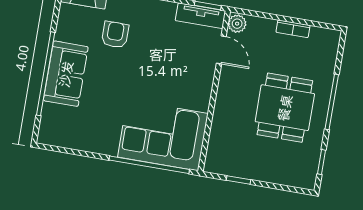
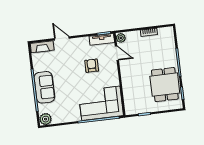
armchair: (115, 35) -> (92, 66), moved
dining table: (285, 108) -> (165, 85), moved
plant: (50, 134) -> (46, 119), added

